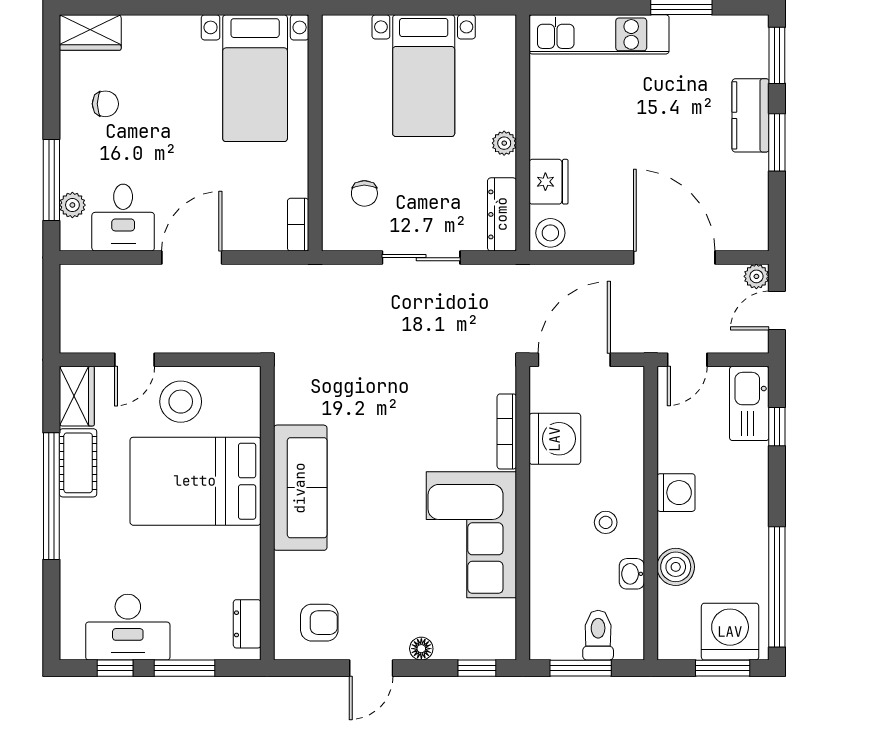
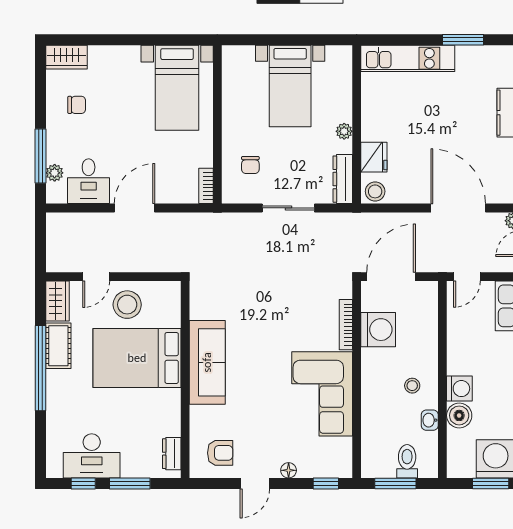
washing machine: (676, 493) -> (459, 389), moved

